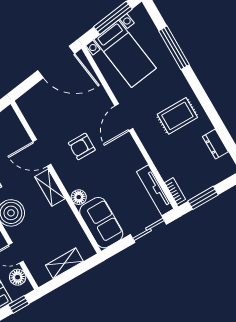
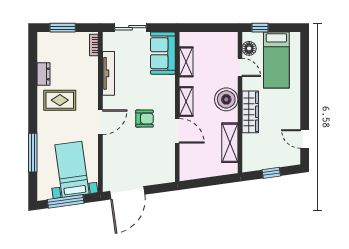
door: (56, 62) -> (127, 193), swing flipped
dresser: (215, 144) -> (43, 74), moved
tv unit: (155, 190) -> (108, 73), moved
floor lamp: (79, 197) -> (169, 82), removed
window: (203, 198) -> (63, 28), moved
shelving: (64, 263) -> (186, 62), moved, turned 90

